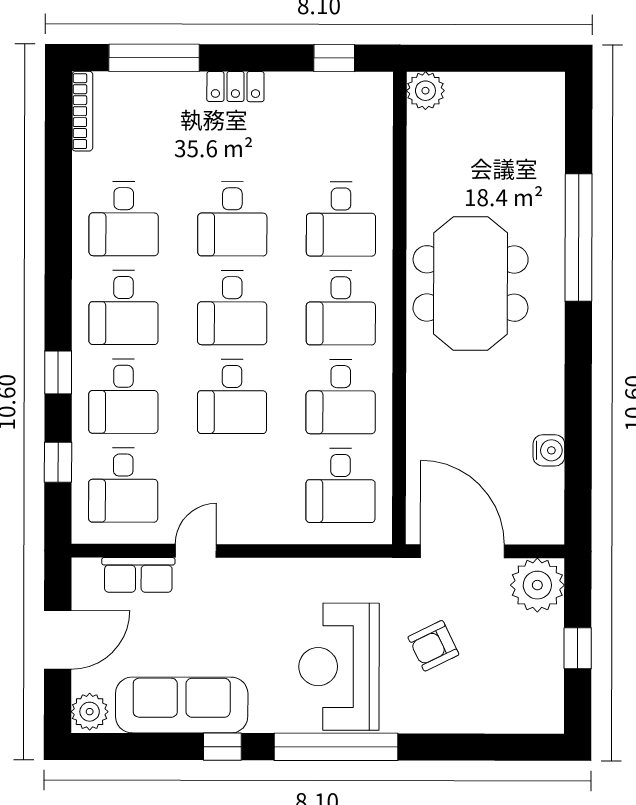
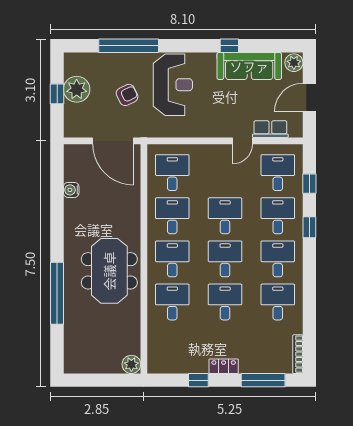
window: (334, 58) -> (198, 380), moved
plant: (537, 585) -> (77, 89), moved
window: (336, 747) -> (129, 46), moved

